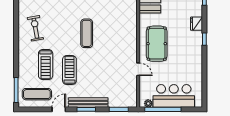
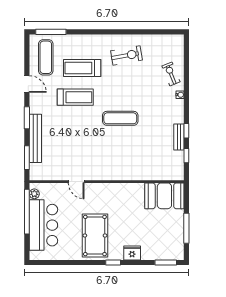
pool table: (157, 44) -> (95, 235), moved, turned 90
door: (138, 69) -> (76, 182), hinge flipped
bench: (88, 103) -> (35, 138), moved

